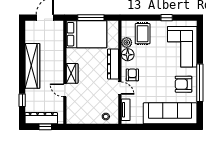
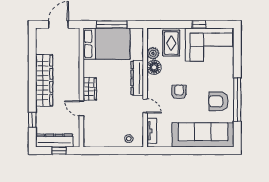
corner sofa: (182, 47) -> (209, 45), moved, turned -90
armchair: (132, 75) -> (179, 92), moved

